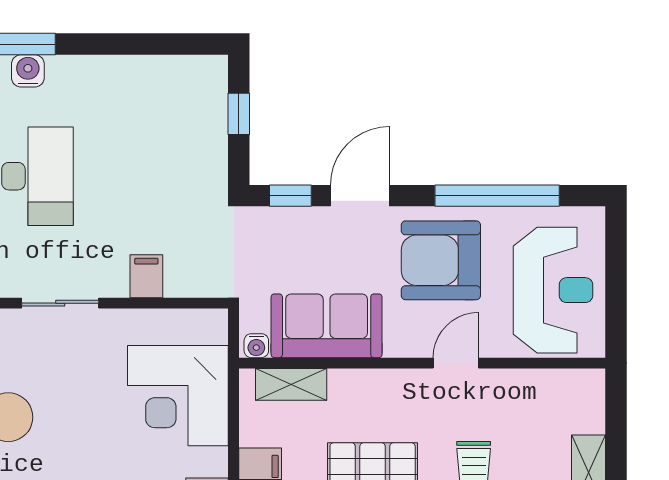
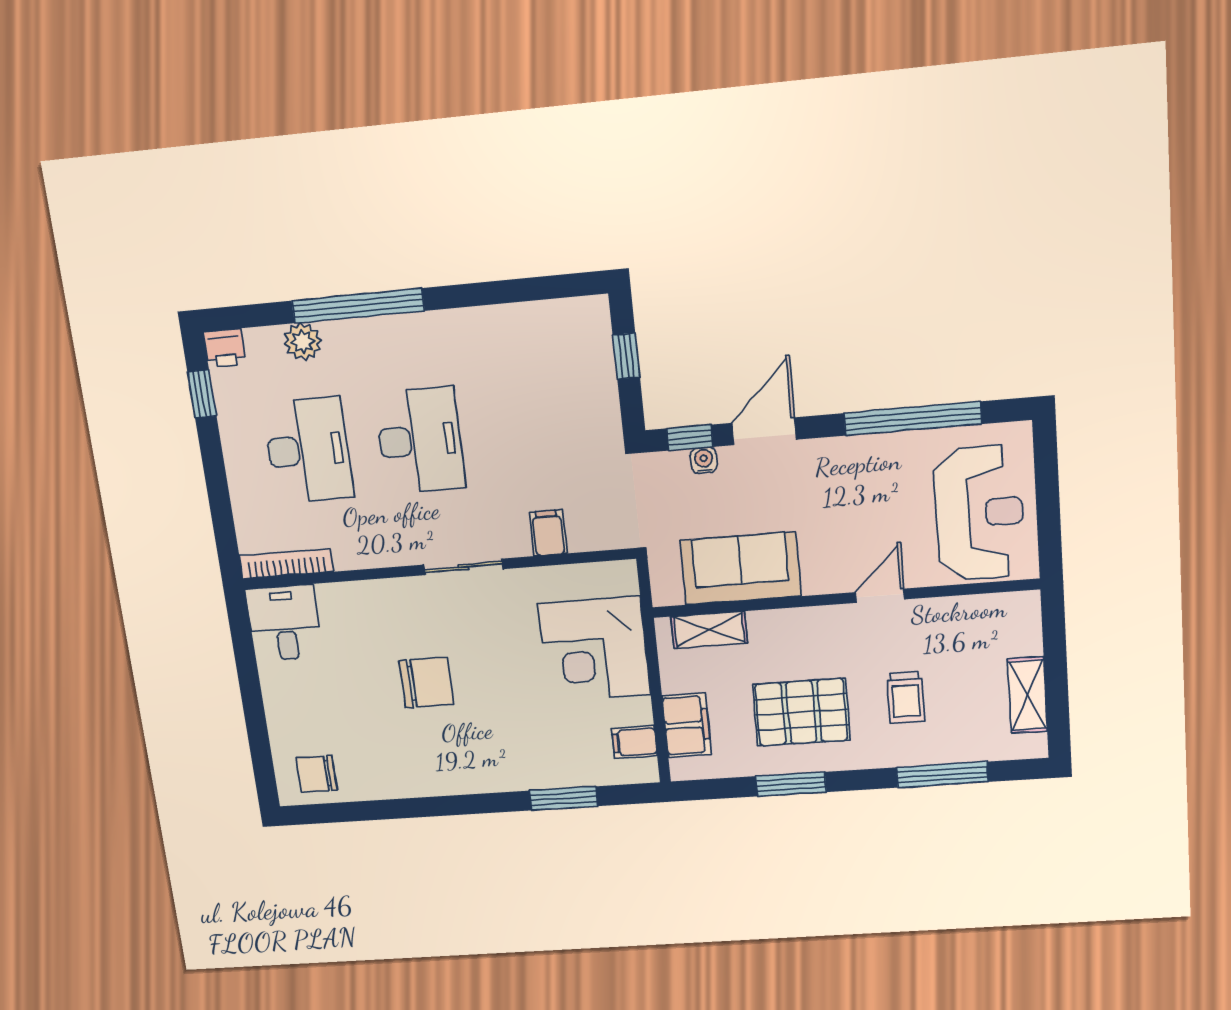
water cooler: (28, 71) -> (398, 331), removed
armchair: (441, 260) -> (856, 492), removed
water cooler: (256, 346) -> (704, 460), moved, turned 180

